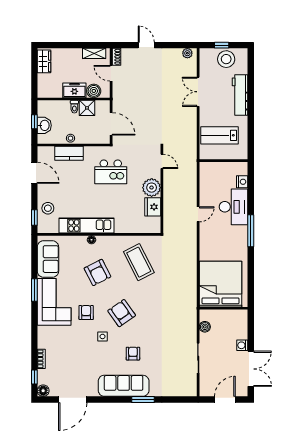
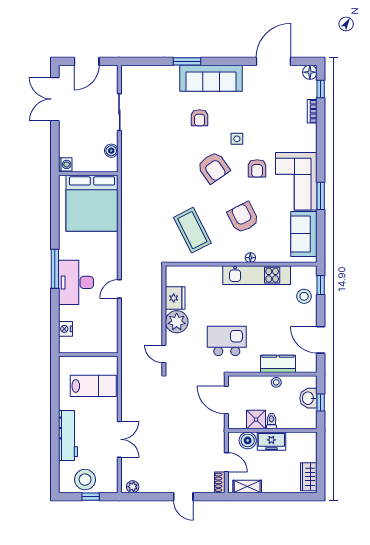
desk: (234, 207) -> (76, 282), moved
washing machine: (242, 345) -> (65, 164), moved

